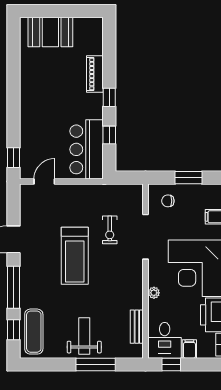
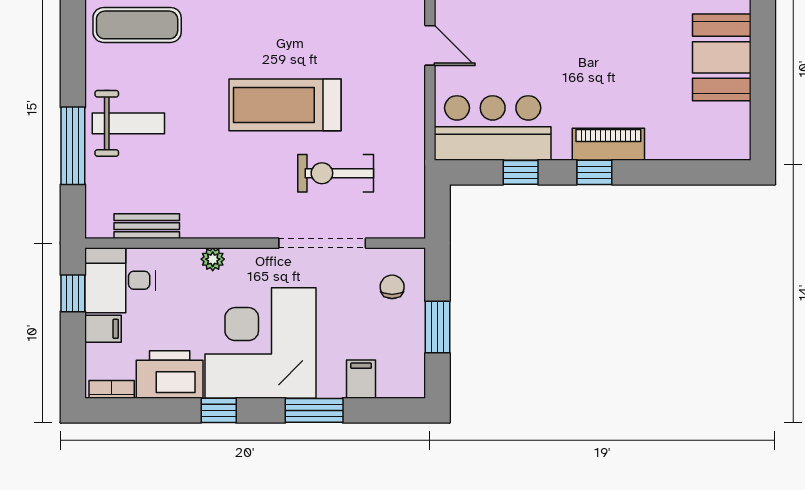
piano: (95, 74) -> (608, 144), moved
exercise bike: (110, 230) -> (336, 173), width x1.38, depth x1.39

